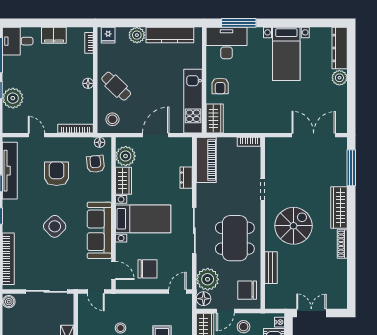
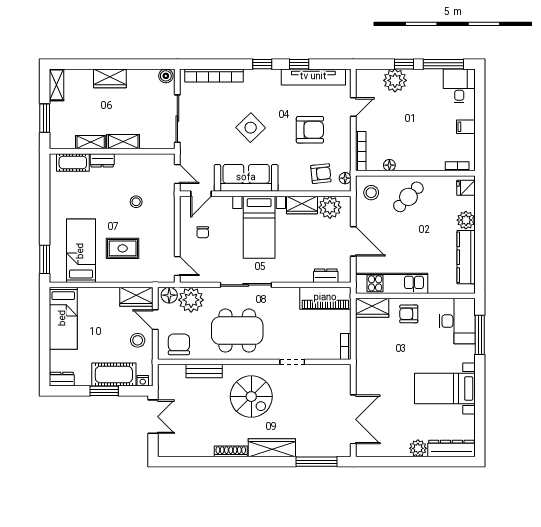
filing cabinet: (54, 35) -> (466, 127), width x0.50
floor lamp: (88, 83) -> (389, 165), moved
dresser: (186, 178) -> (326, 276), moved
chair: (148, 269) -> (203, 232), width x0.54, depth x0.54
door: (96, 291) -> (177, 174), swing flipped

